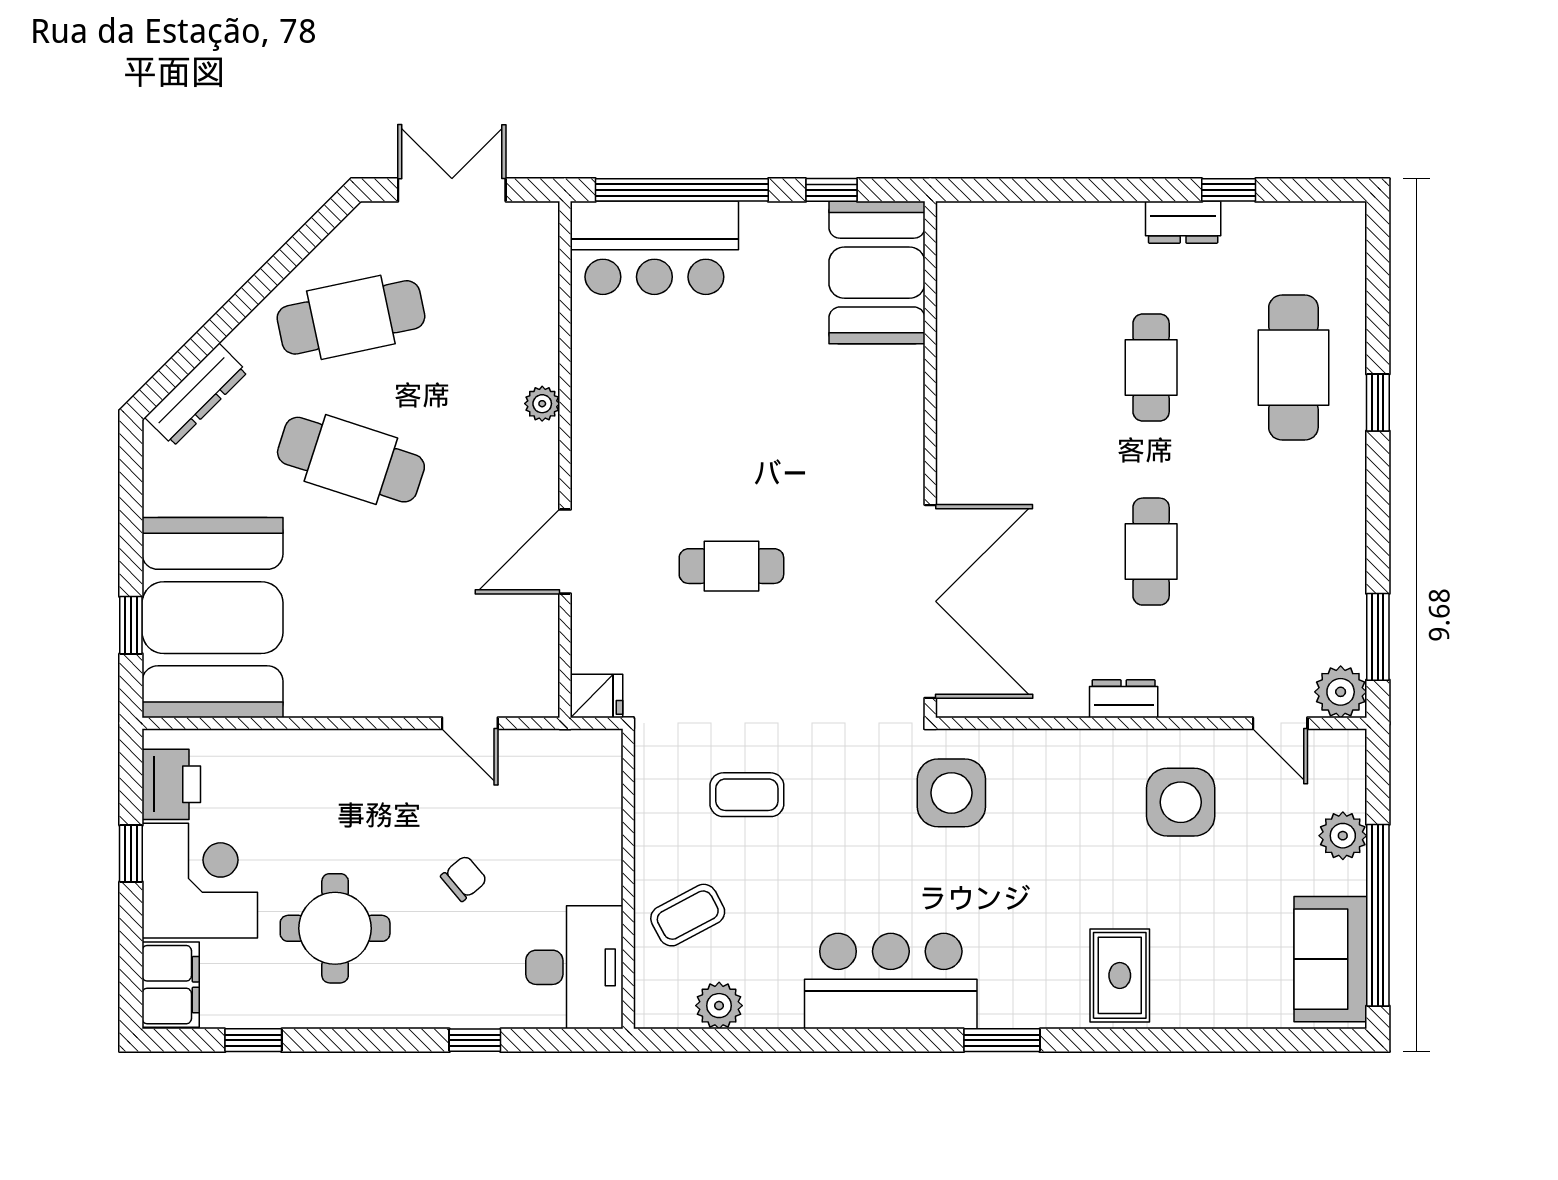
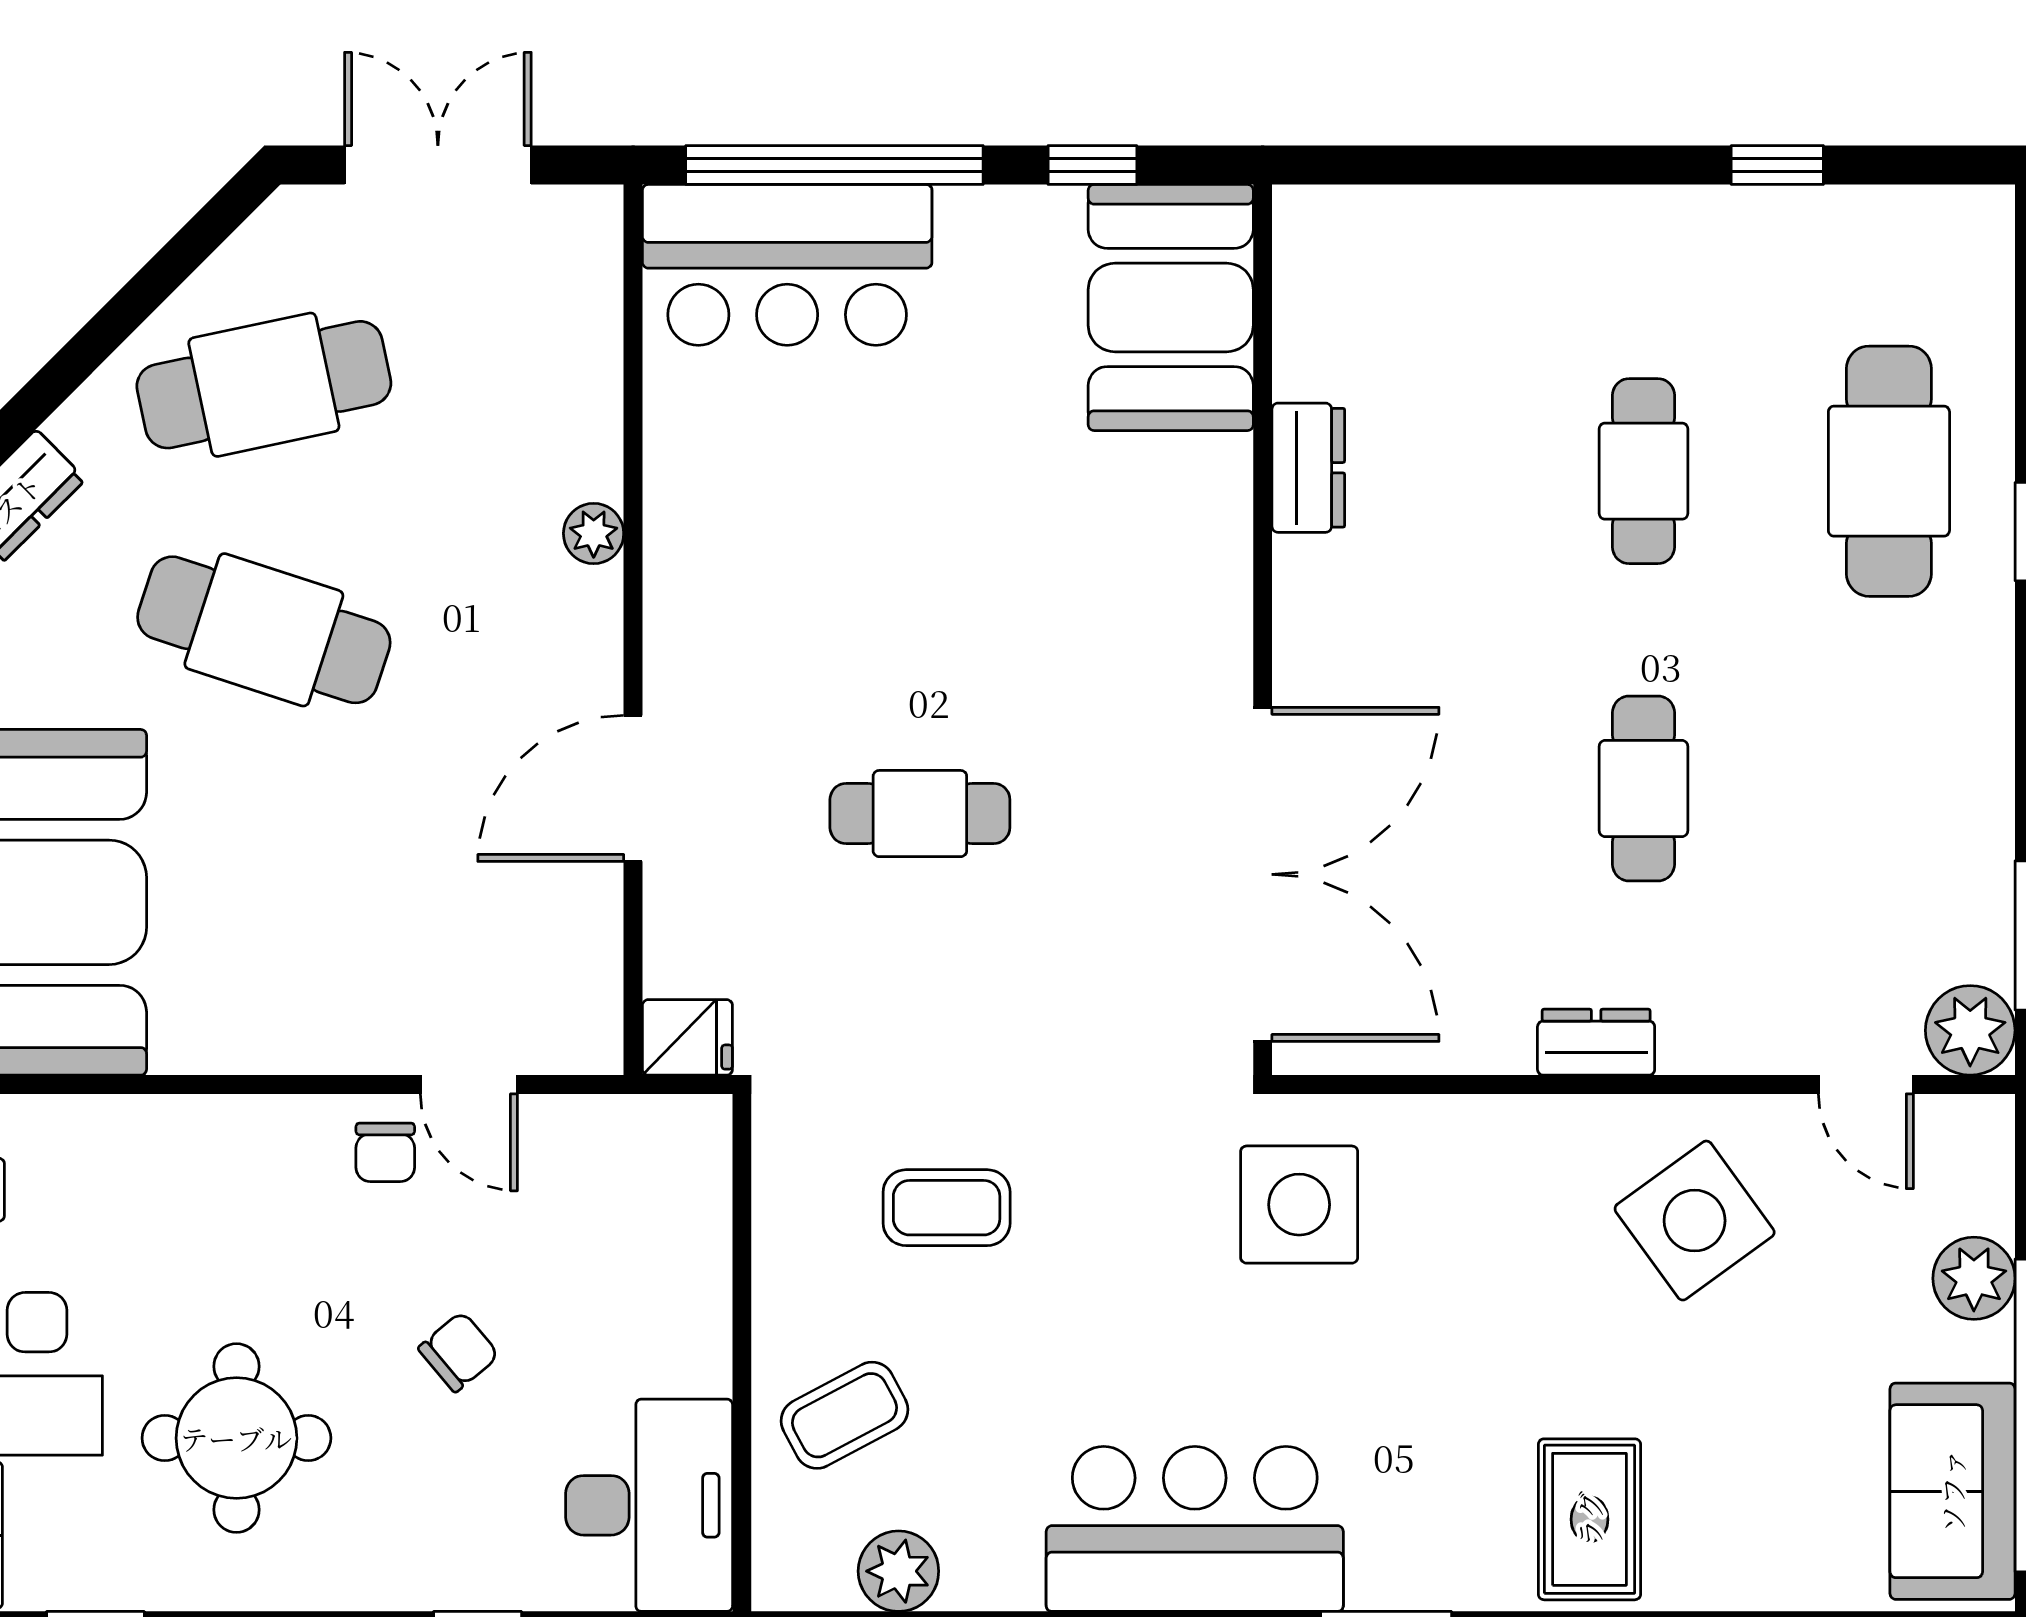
dresser: (1183, 222) -> (1308, 468), moved, turned -90
chair: (421, 763) -> (385, 1152), added
side table: (1181, 802) -> (1695, 1221), turned -36

